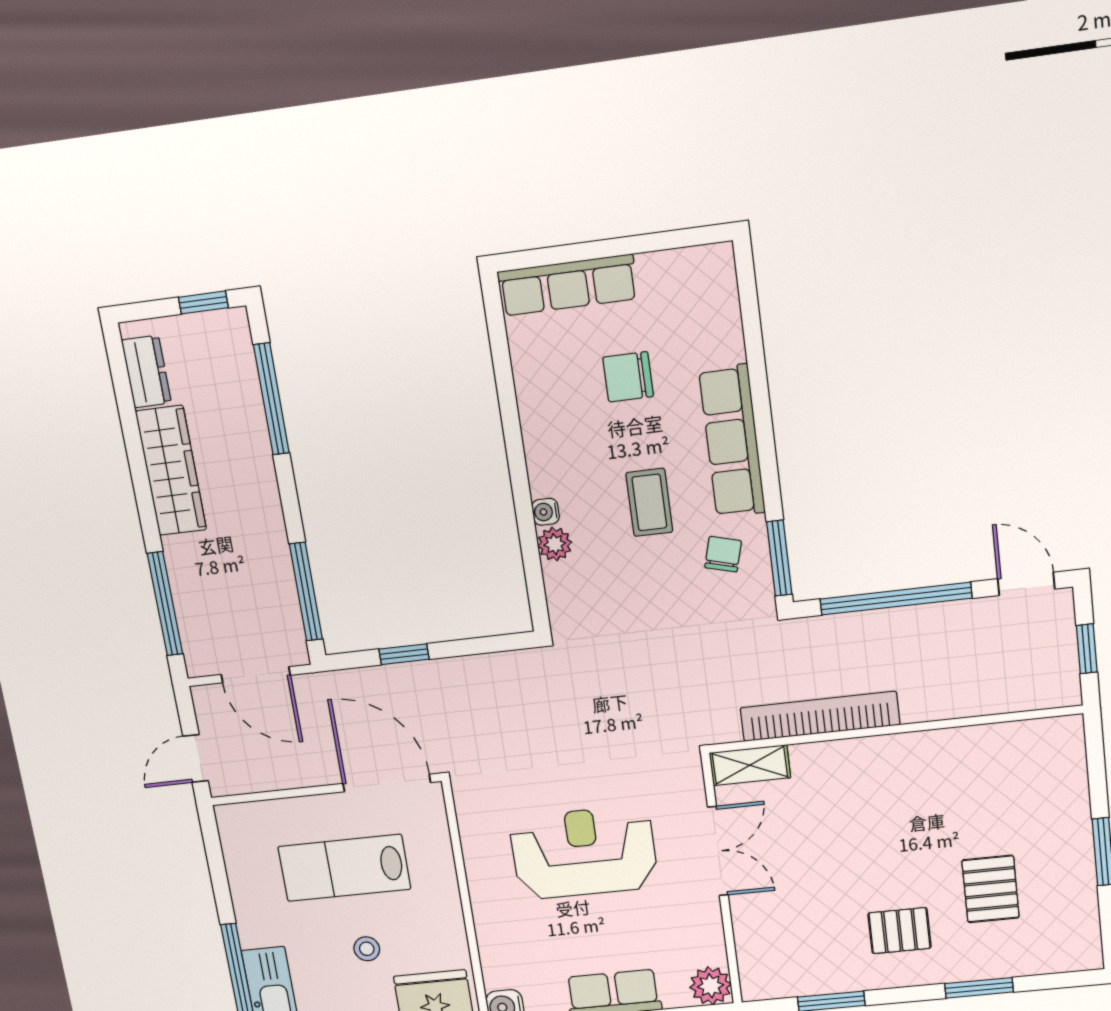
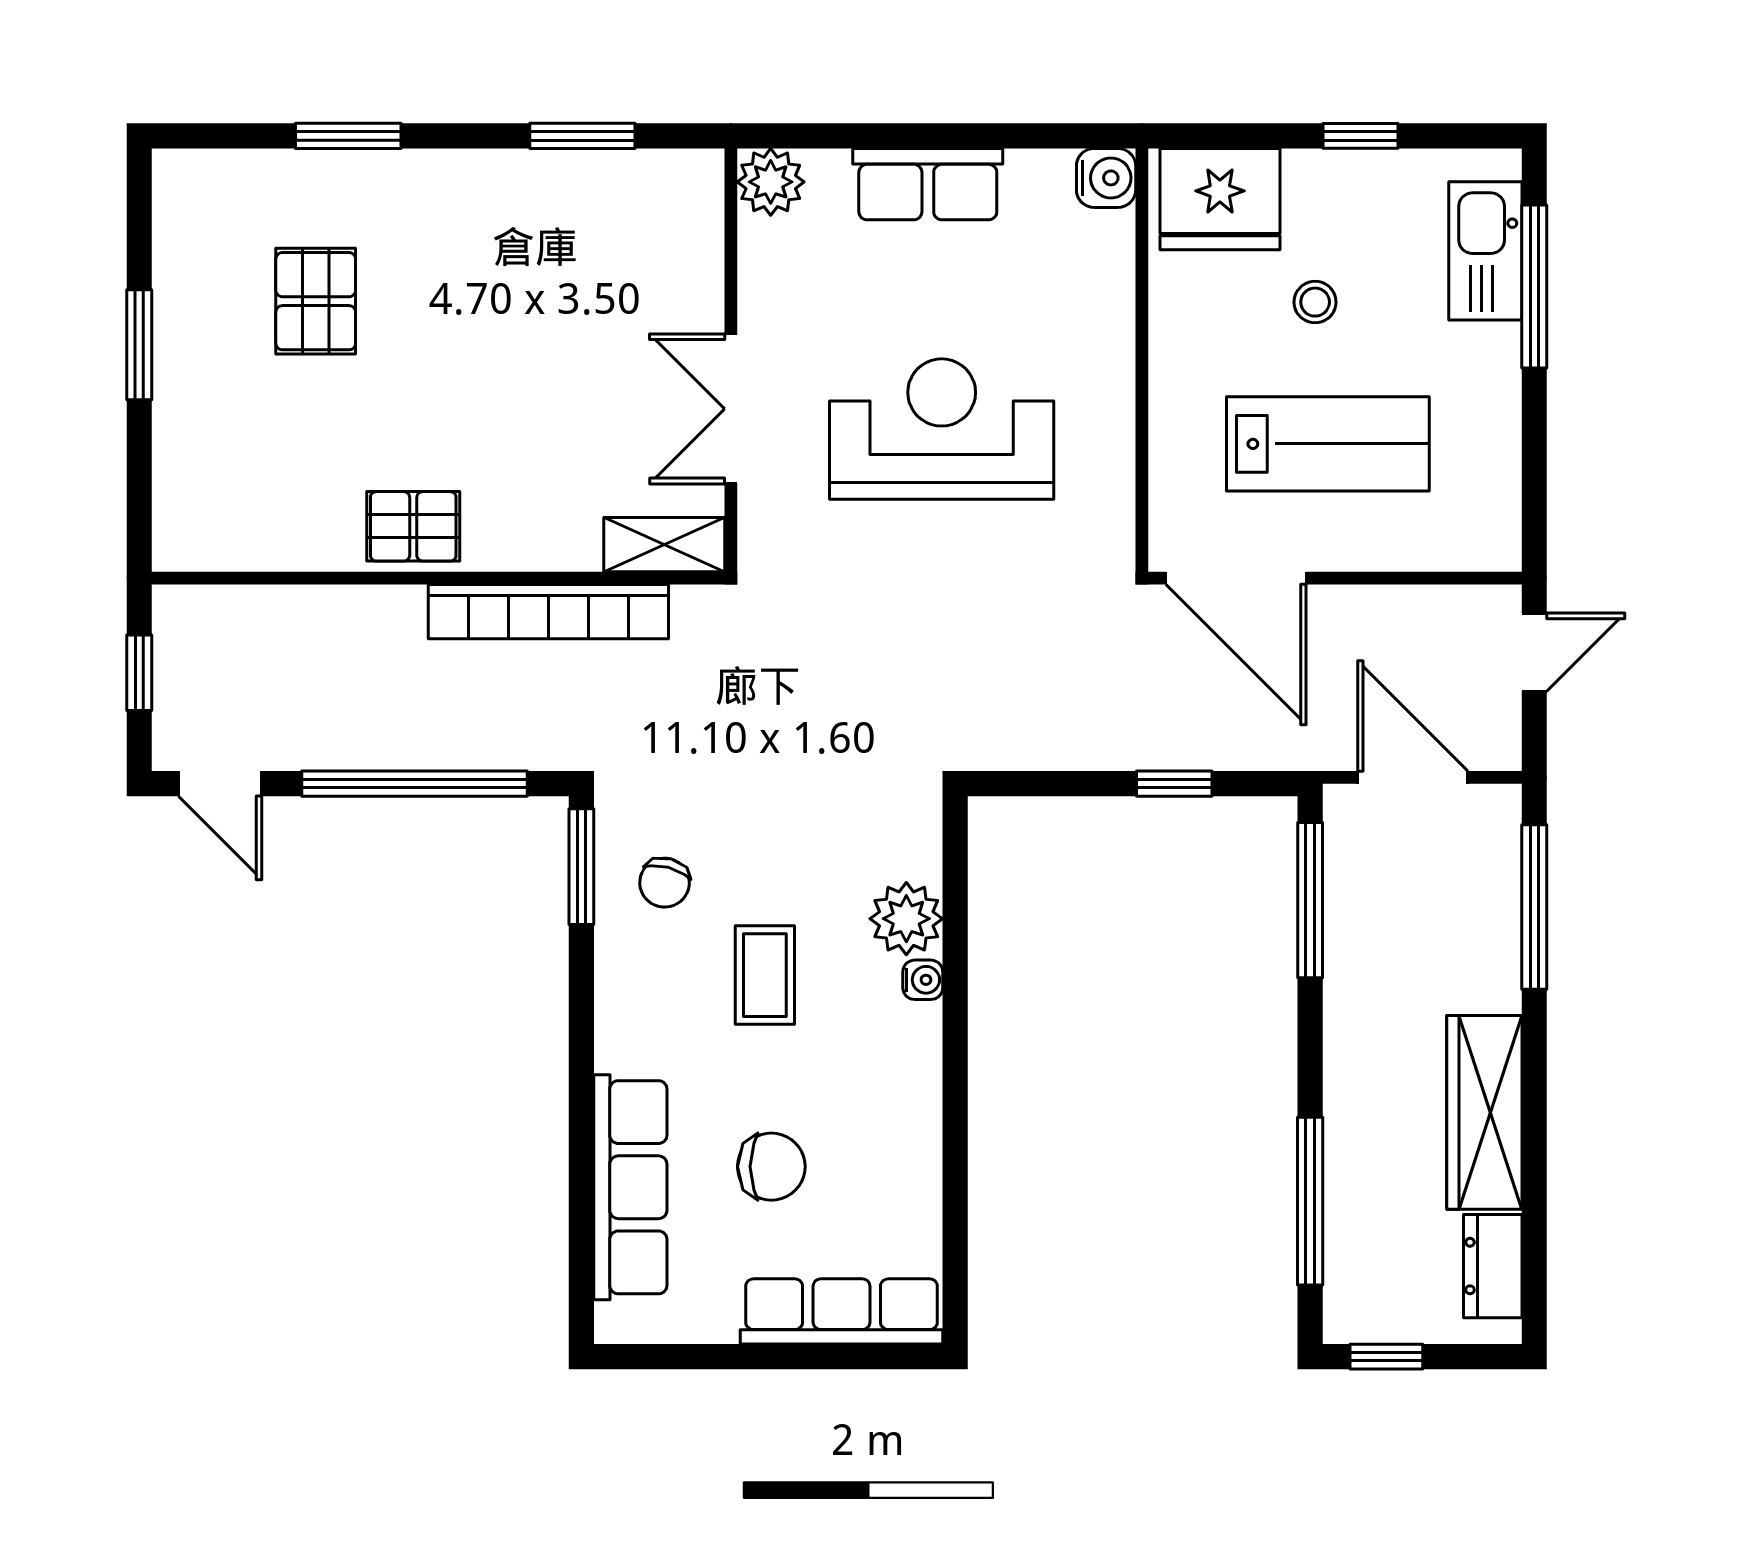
row of seats: (732, 441) -> (630, 1187), moved
plant: (555, 544) -> (906, 919), width x1.38, depth x1.38
reception desk: (584, 853) -> (942, 429), turned 180
pallet: (900, 931) -> (413, 526), moved

